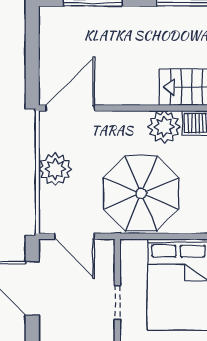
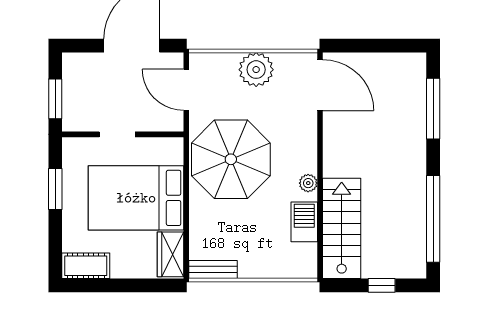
plant: (164, 127) -> (308, 183), width x0.53, depth x0.53
door: (75, 236) -> (186, 90), hinge flipped

